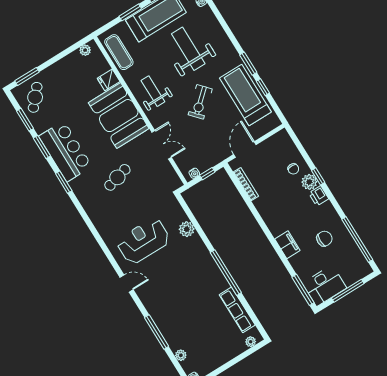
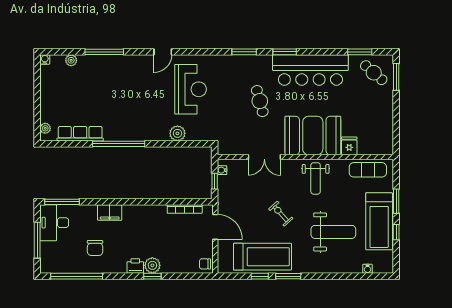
plant: (85, 50) -> (388, 142), removed
weight bench: (153, 91) -> (316, 178), turned 90
exercise bike: (200, 102) -> (281, 214), width x0.73, depth x0.72
window: (42, 147) -> (244, 52), moved
bar counter: (65, 151) -> (310, 70), width x1.36
chair: (293, 169) -> (205, 264), moved

